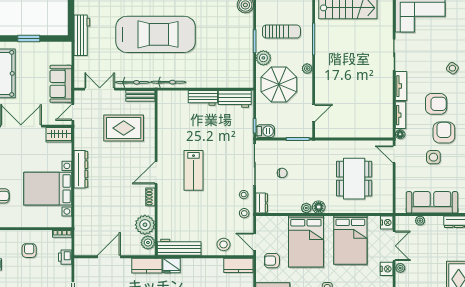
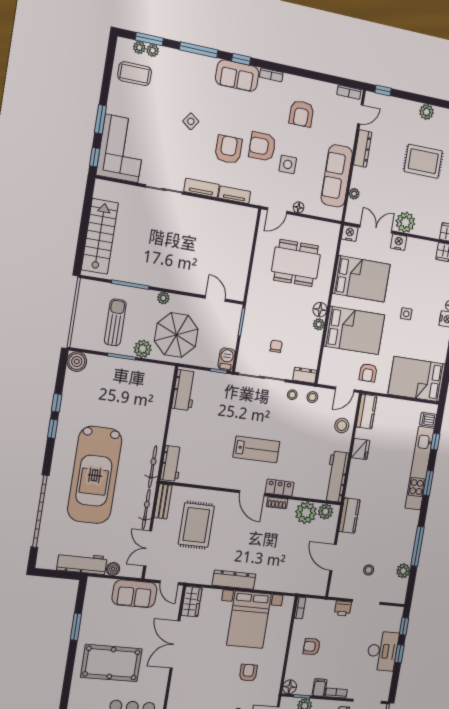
car: (156, 34) -> (95, 475), turned 180
boiler: (80, 62) -> (113, 569), added
workbench: (203, 98) -> (171, 464), moved
floor lamp: (400, 134) -> (299, 207), moved
locker: (164, 197) -> (280, 488), added
printer: (65, 257) -> (343, 608), moved
fridge: (171, 265) -> (360, 449), moved
plant: (400, 268) -> (405, 222), width x1.87, depth x1.87

